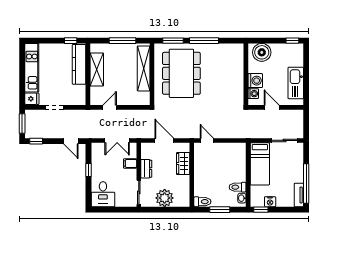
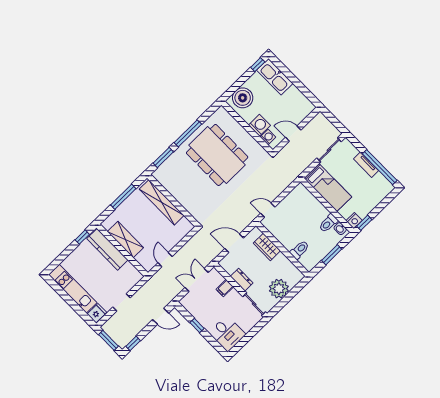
dining table: (181, 73) -> (217, 155), moved
kitchen sink: (296, 83) -> (275, 77), moved
double door: (117, 140) -> (197, 280), swing flipped
tv unit: (299, 195) -> (366, 165), moved
toilet: (202, 202) -> (300, 250), moved
nightstand: (270, 202) -> (354, 221), moved

